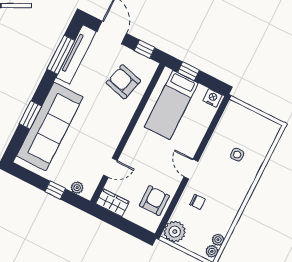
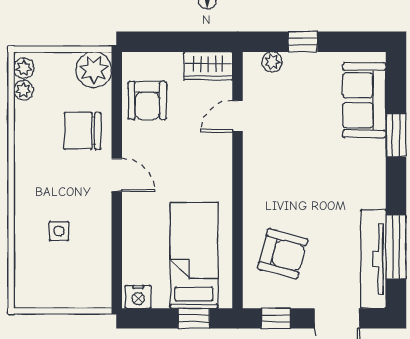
sofa: (50, 127) -> (364, 100), width x0.54, depth x0.79
chair: (197, 202) -> (82, 131), width x1.87, depth x1.87

